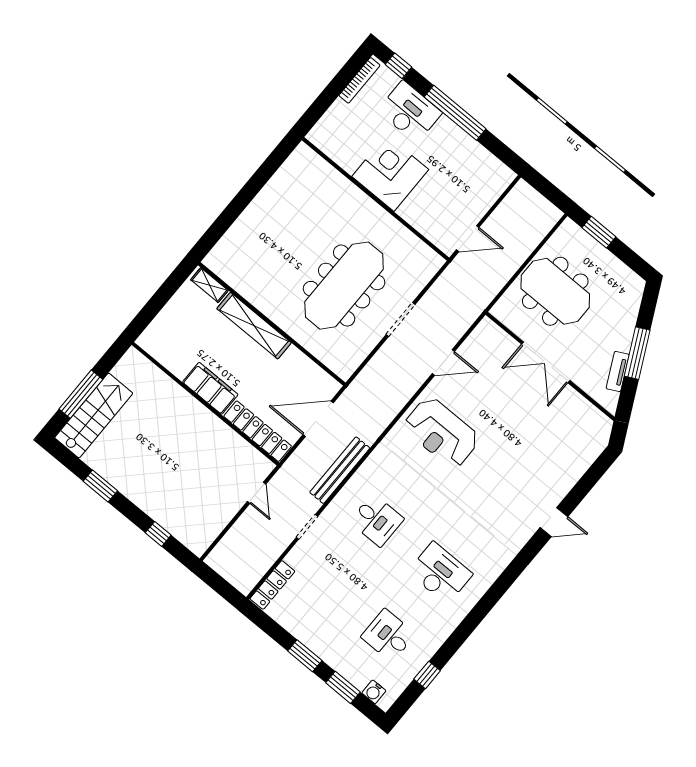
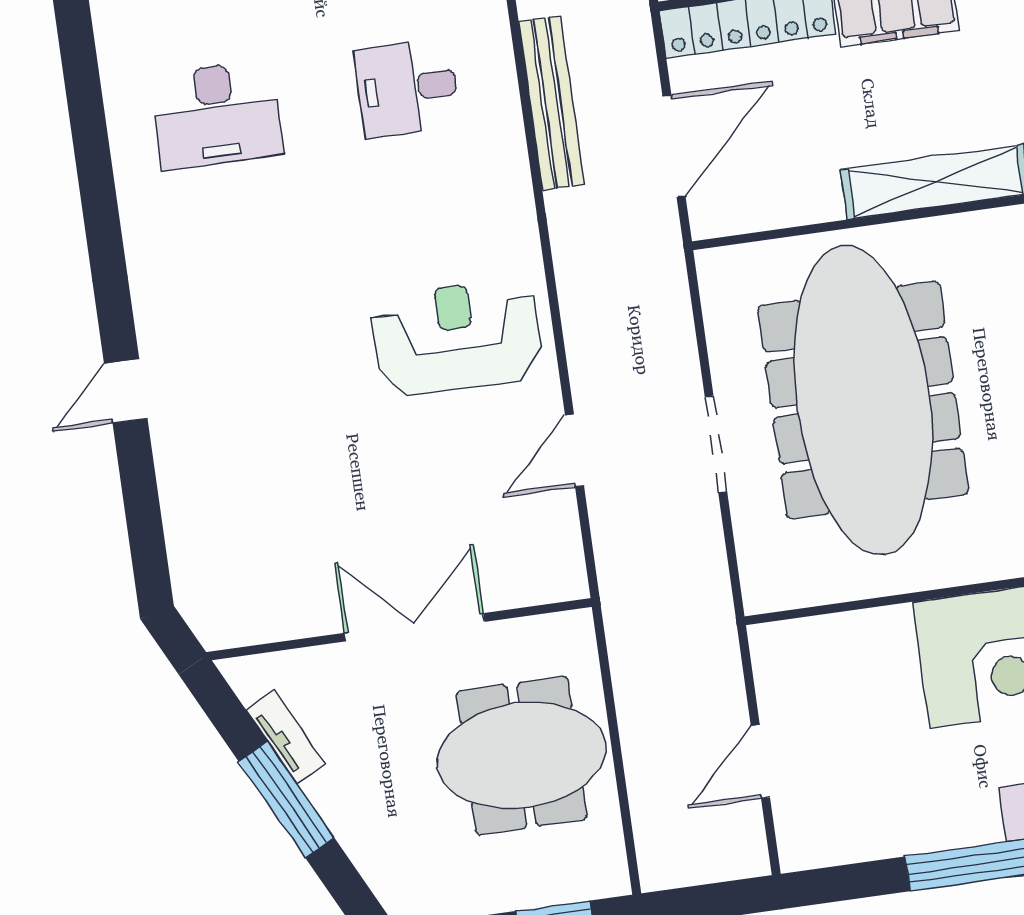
door: (468, 239) -> (760, 762), moved
meeting table: (344, 286) -> (863, 400), width x1.36, depth x1.27

